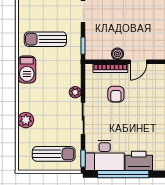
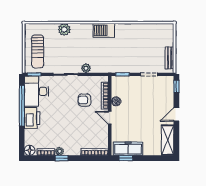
sun lounger: (45, 39) -> (128, 45), removed

